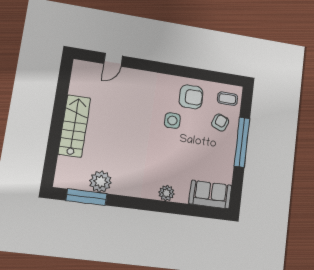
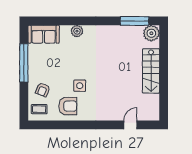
armchair: (191, 97) -> (68, 106), turned 180
window: (242, 142) -> (24, 63), moved
plant: (101, 182) -> (151, 33), moved

